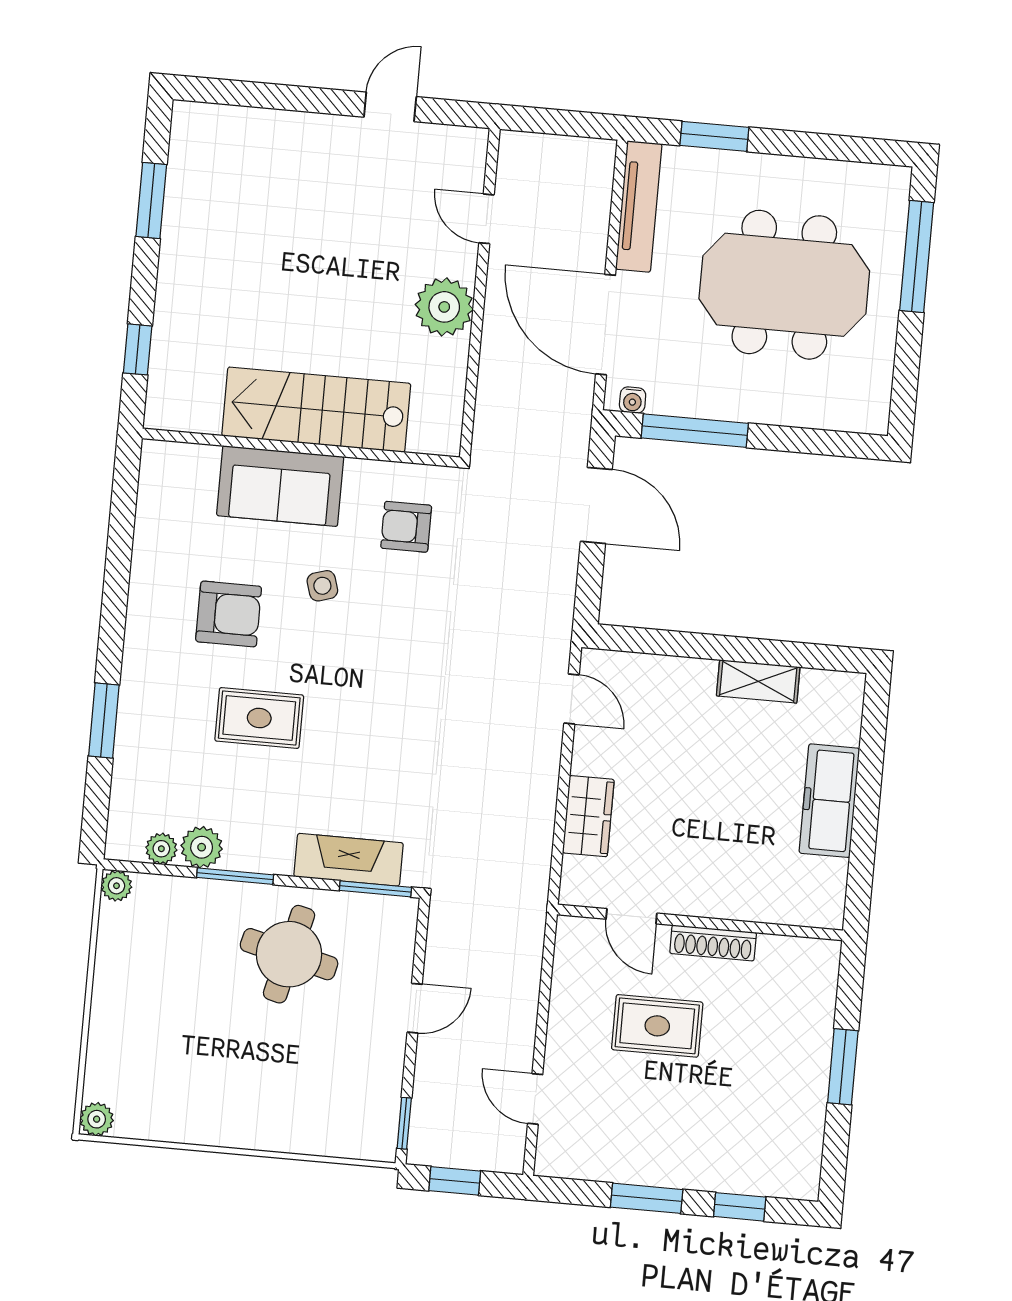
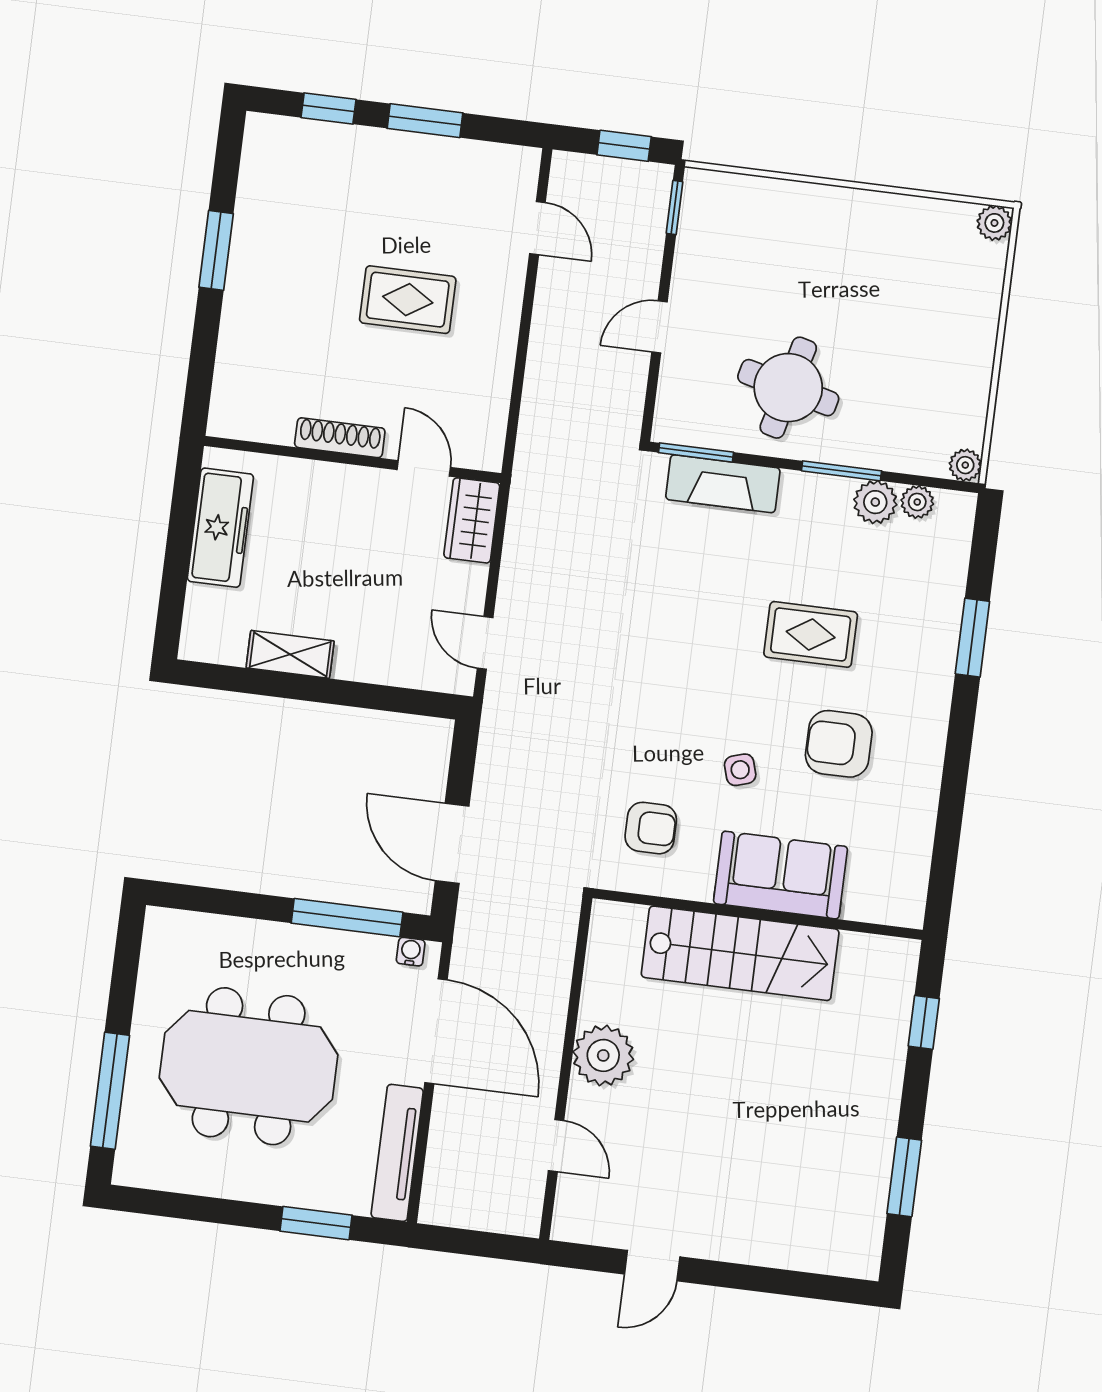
door: (631, 916) -> (424, 468), moved
wall: (700, 922) -> (353, 459), moved
shoe rack: (713, 943) -> (340, 438), moved

